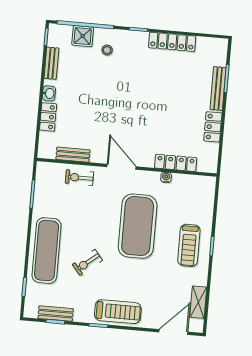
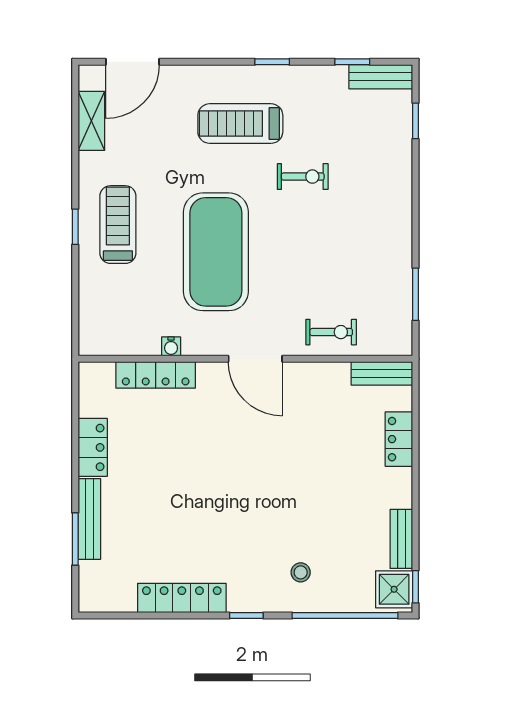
shower: (83, 36) -> (394, 589), moved
washbasin: (49, 93) -> (401, 483), removed
bench: (73, 155) -> (382, 373), moved
exercise mat: (47, 251) -> (380, 192), removed
exercise bike: (87, 262) -> (303, 177), turned 39
treadmill: (118, 312) -> (240, 124), moved
bench: (56, 314) -> (381, 77), moved

